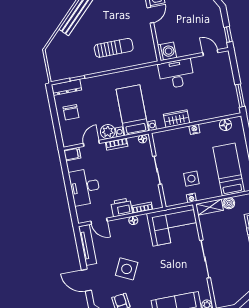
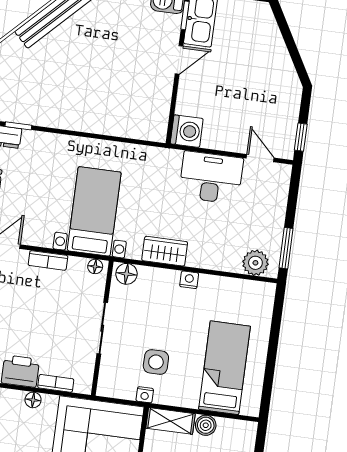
sun lounger: (114, 48) -> (98, 95), removed
desk: (176, 74) -> (211, 178), moved
floor lamp: (225, 125) -> (126, 274), moved
plant: (108, 132) -> (255, 263), moved

